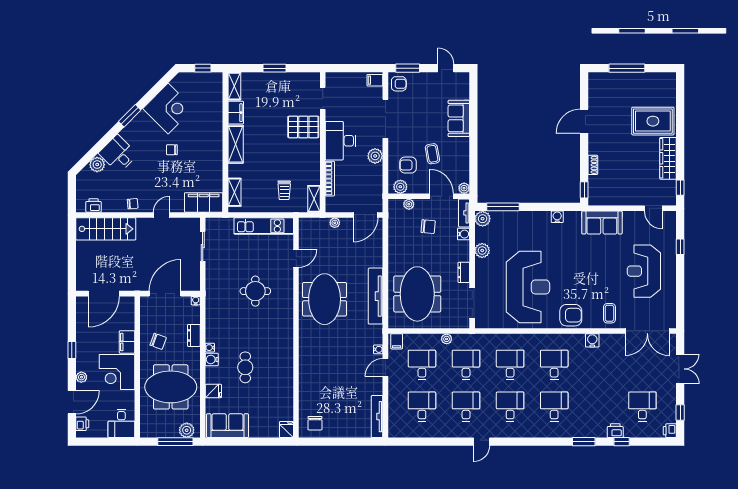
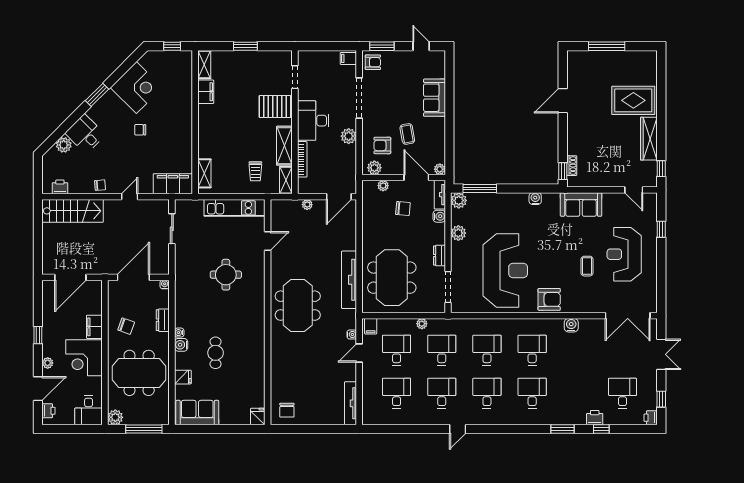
shelving: (236, 144) -> (284, 146), moved
shoe rack: (593, 165) -> (572, 166), moved
meeting table: (325, 299) -> (298, 306), moved
coffee table: (609, 313) -> (587, 266), moved
plant: (187, 430) -> (115, 417), moved

